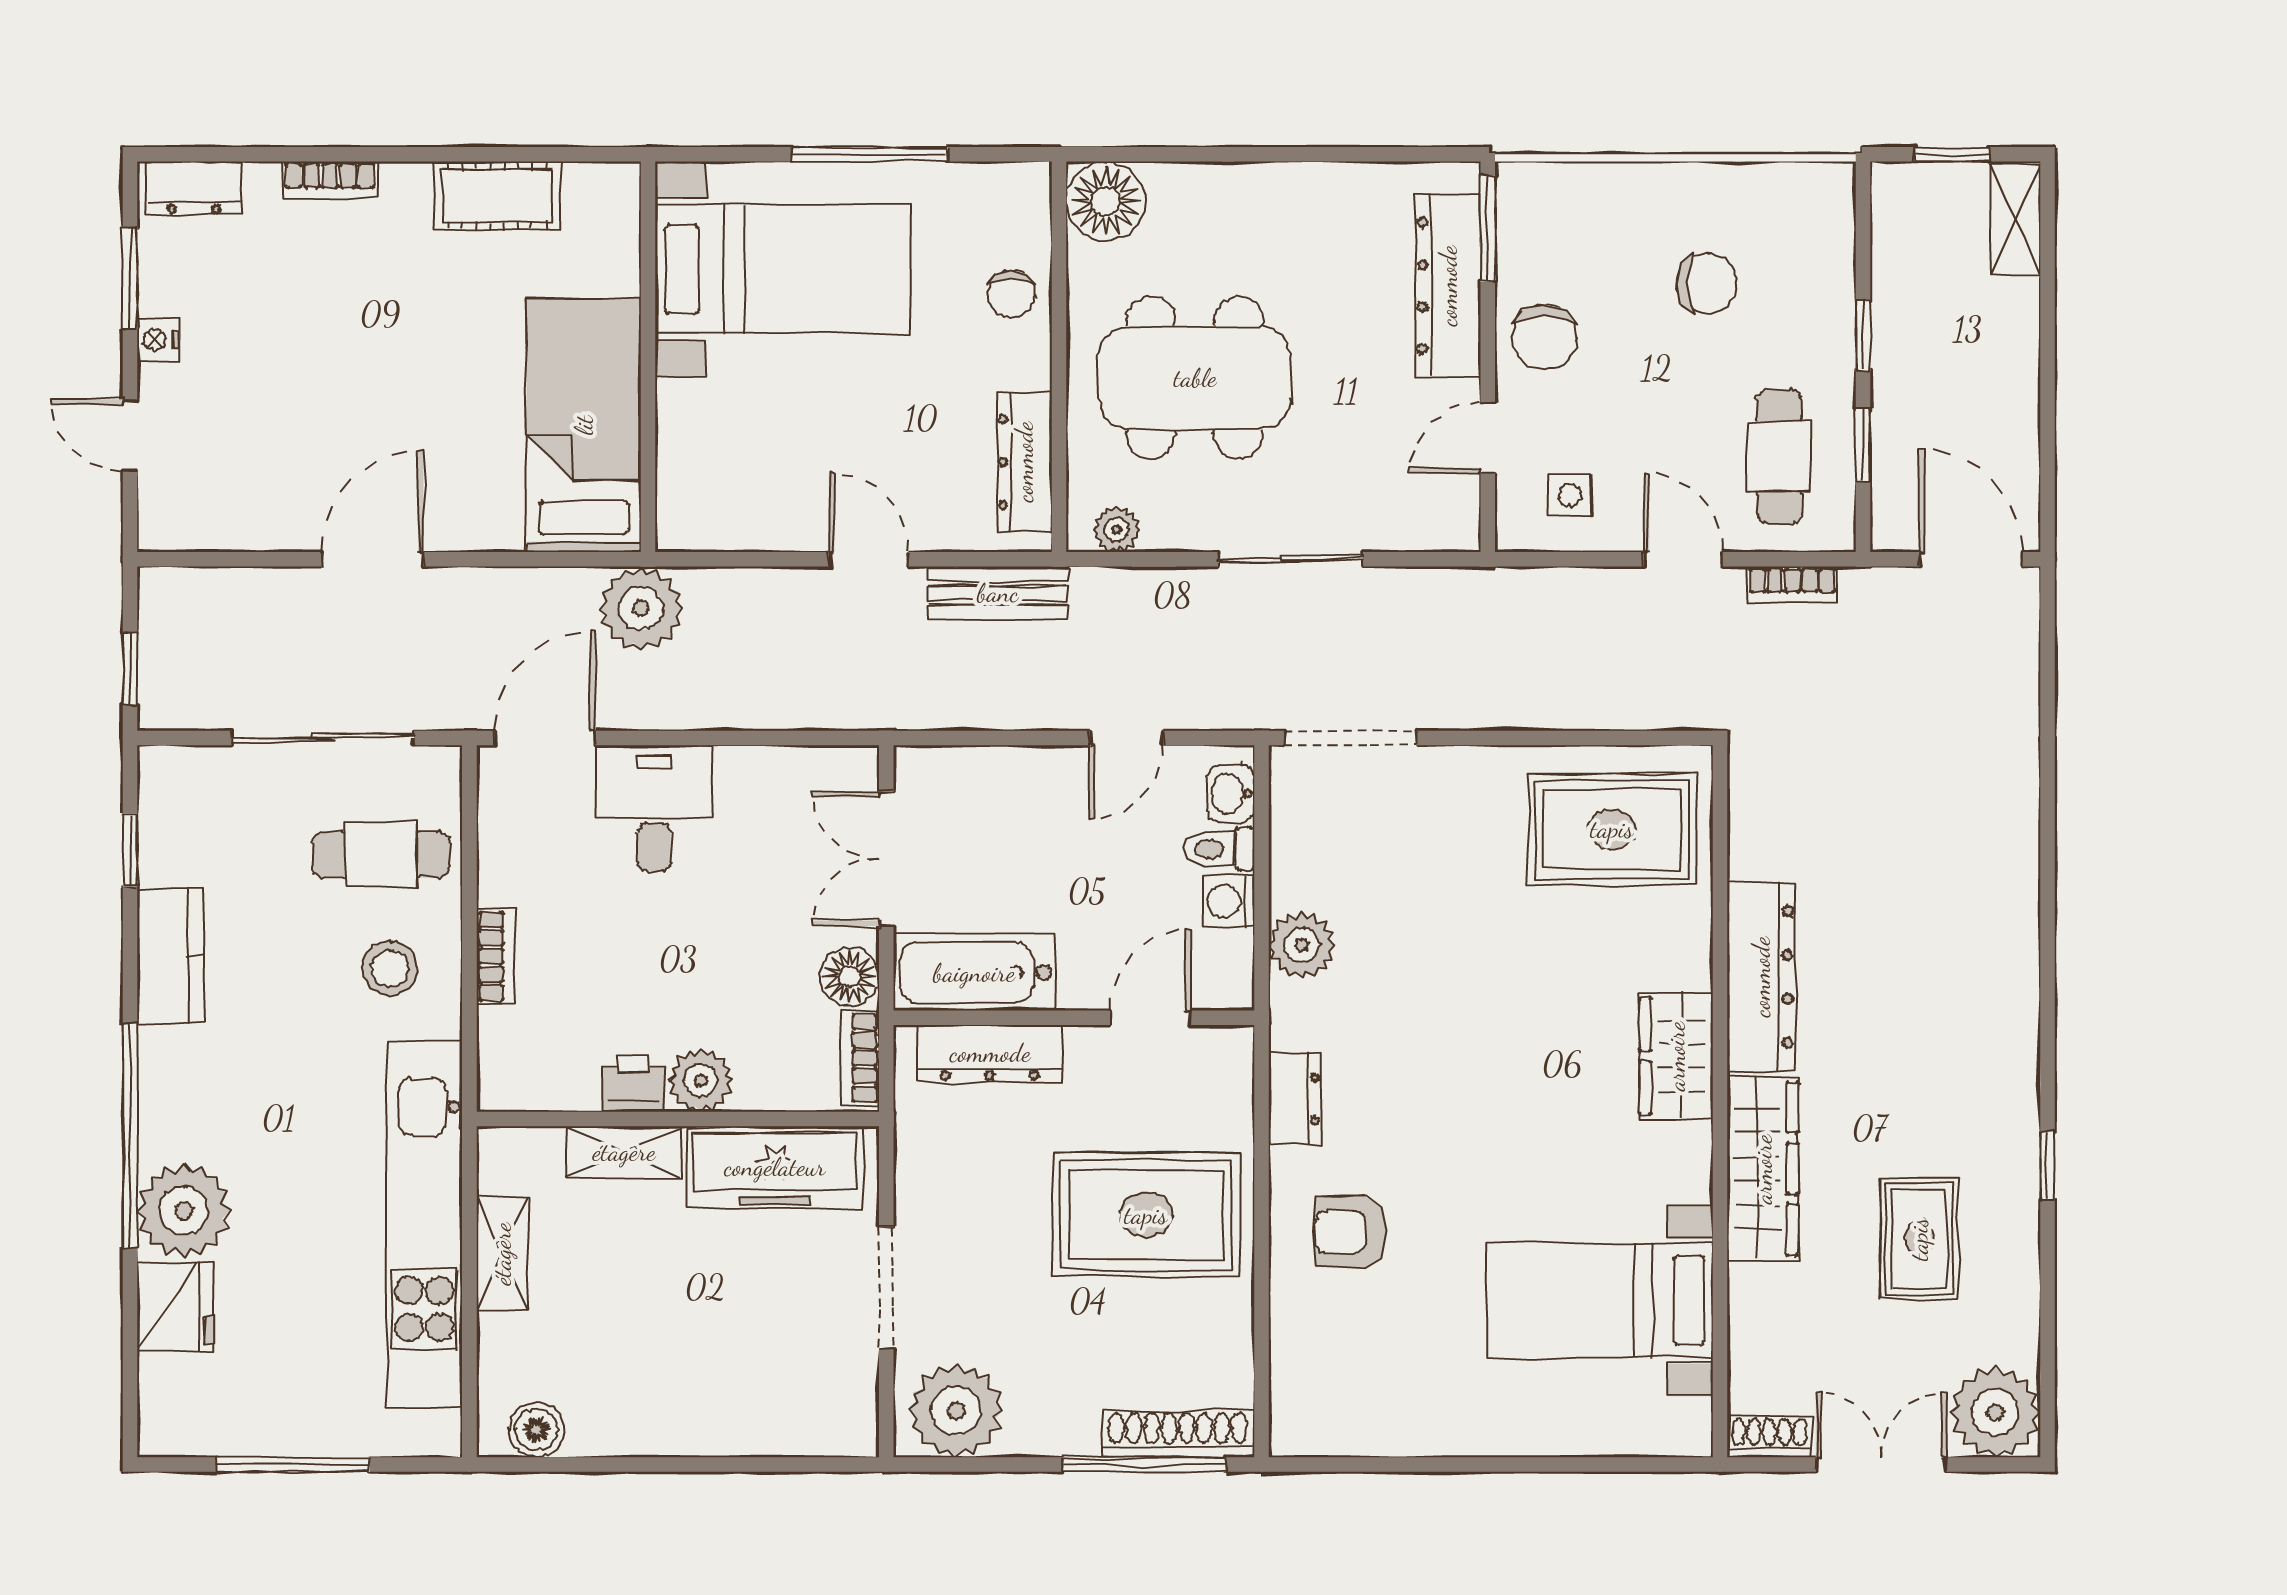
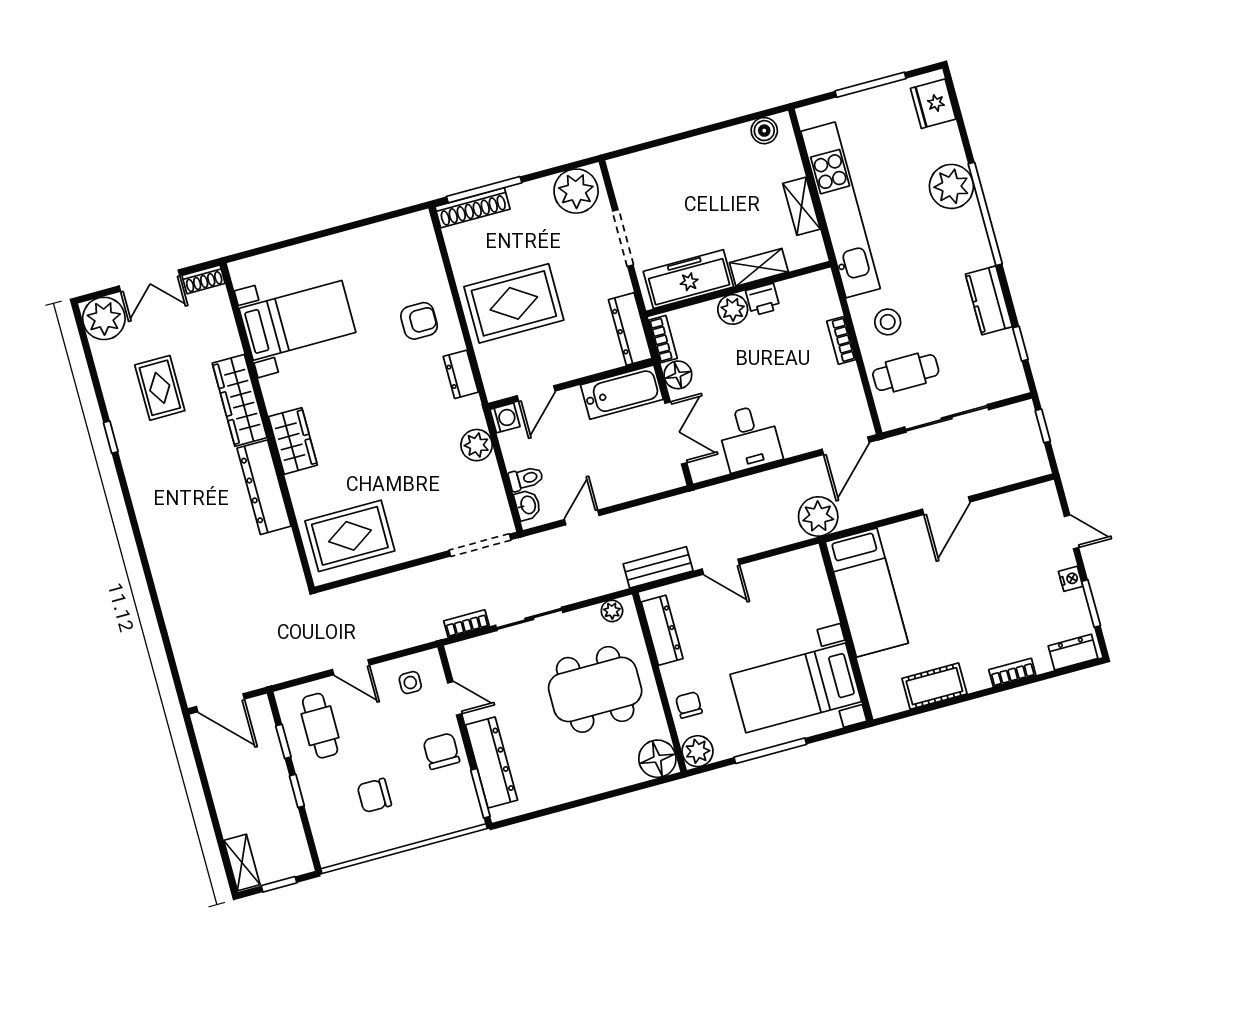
plant: (1019, 194) -> (698, 751), added
door: (1488, 438) -> (455, 698), hinge flipped
bookcase: (1793, 585) -> (466, 624), moved
desk: (654, 808) -> (749, 438), moved
washing machine: (1228, 901) -> (505, 418), moved
dresser: (990, 1053) -> (630, 329), moved, turned -90
fridge: (175, 1307) -> (933, 104), moved

